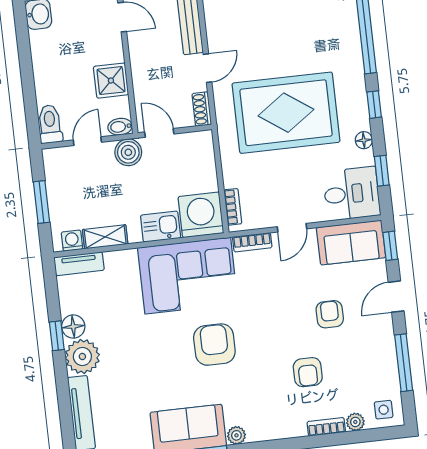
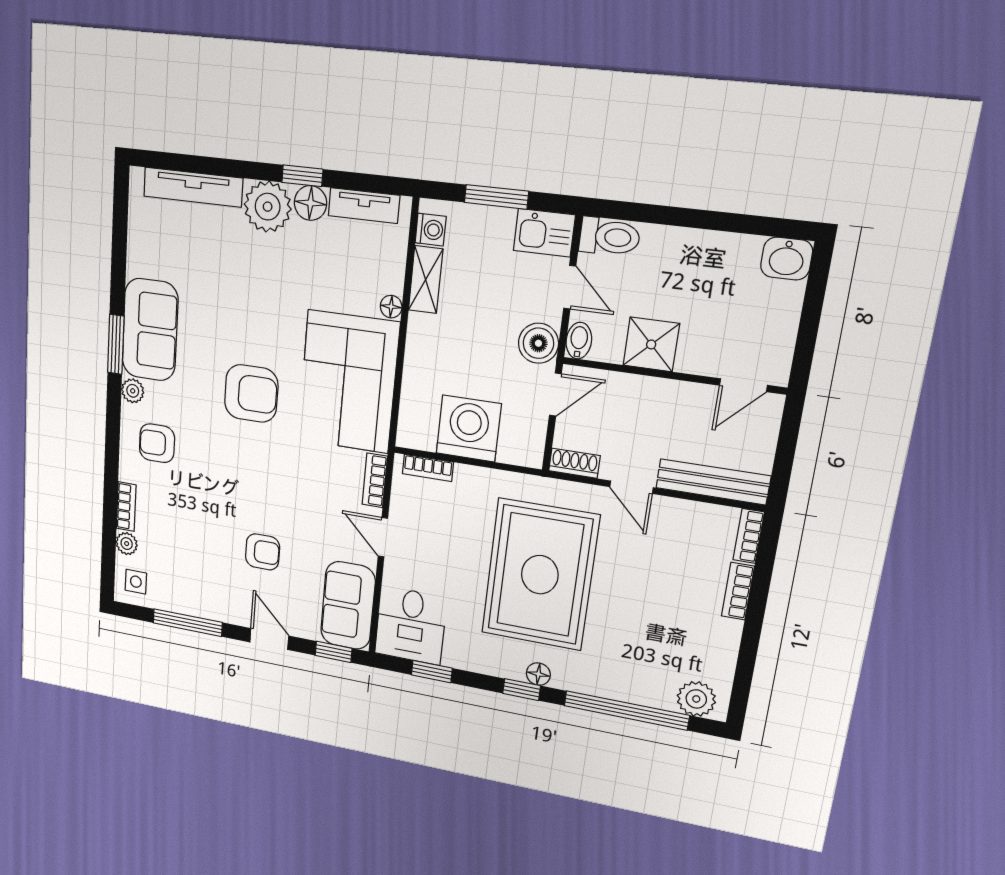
floor lamp: (364, 140) -> (538, 674), moved
washing machine: (201, 215) -> (469, 429), moved, turned -90
kitchen sink: (161, 227) -> (544, 233), moved, turned 90
floor lamp: (129, 256) -> (391, 307), added
tv unit: (79, 264) -> (364, 206), moved, turned -90
armchair: (308, 372) -> (157, 443), moved

